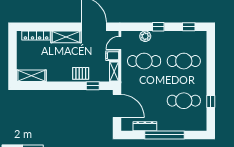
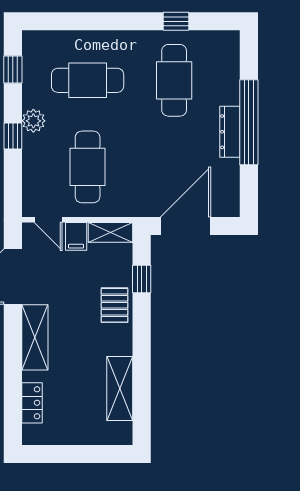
locker: (36, 36) -> (32, 403), width x0.66
plant: (145, 36) -> (33, 121), moved
cafe table: (184, 61) -> (88, 80), turned 90
shelving: (31, 76) -> (120, 388), moved
dresser: (145, 126) -> (230, 132), moved

